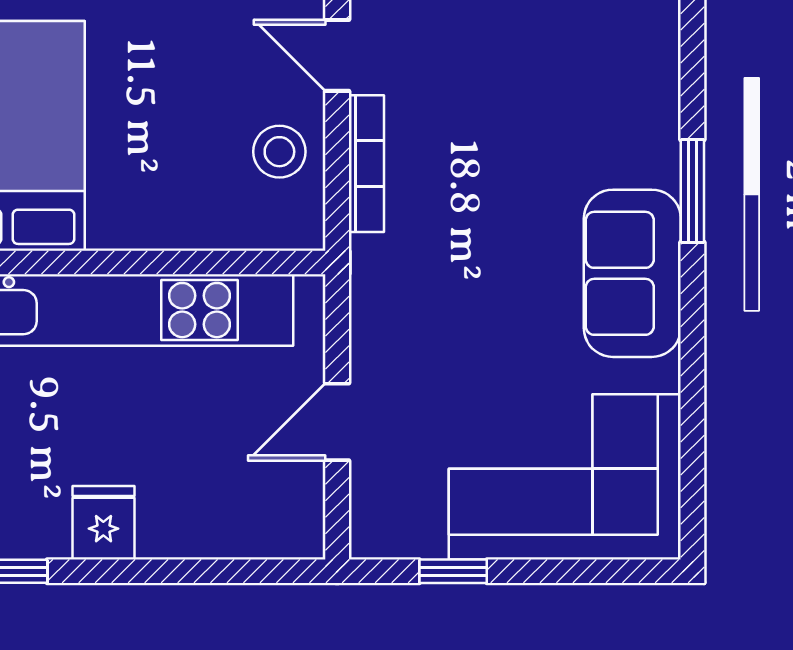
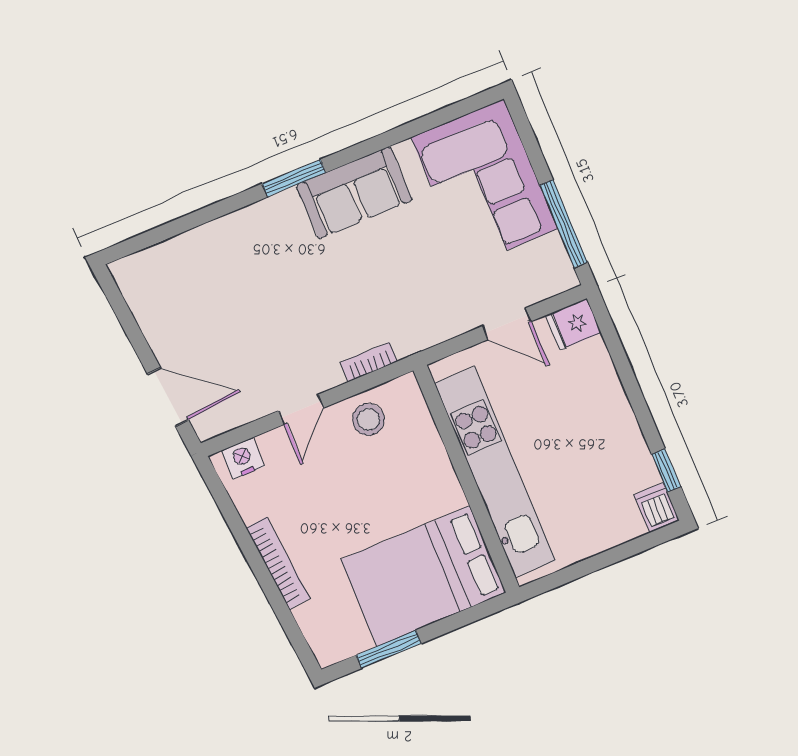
bookcase: (366, 164) -> (369, 362), width x0.64
fridge: (103, 523) -> (573, 324), moved
window: (453, 571) -> (564, 224), width x2.17

